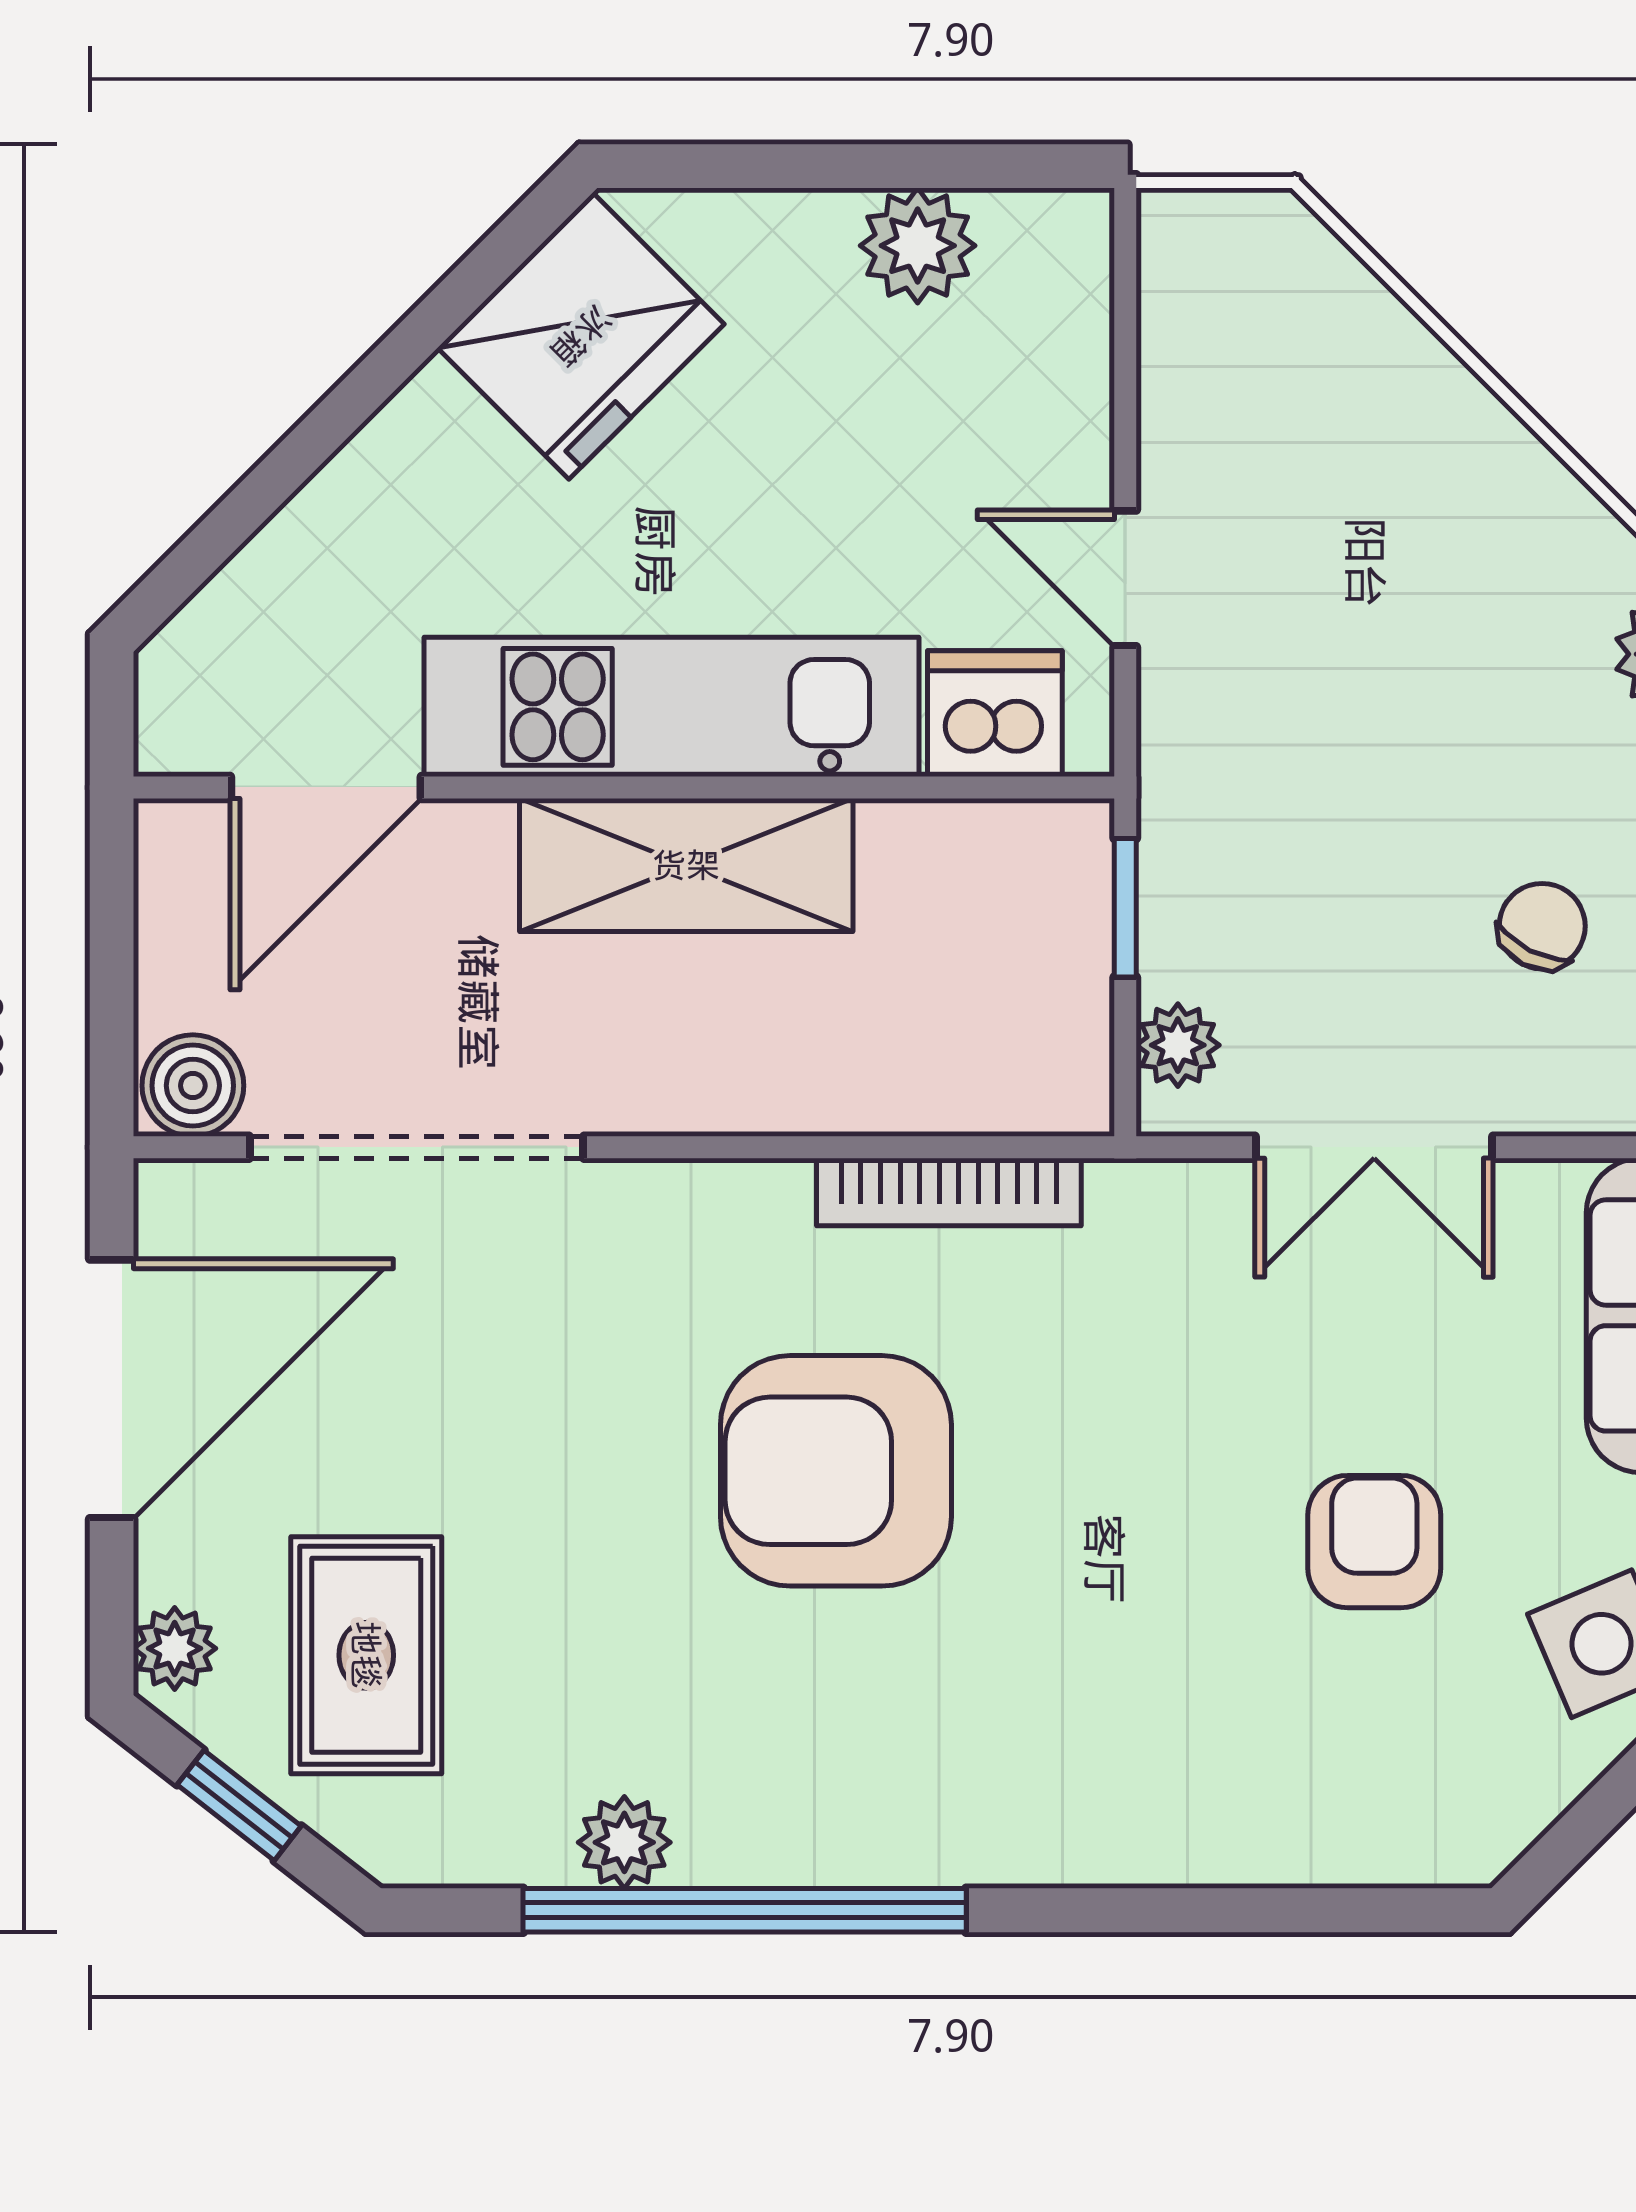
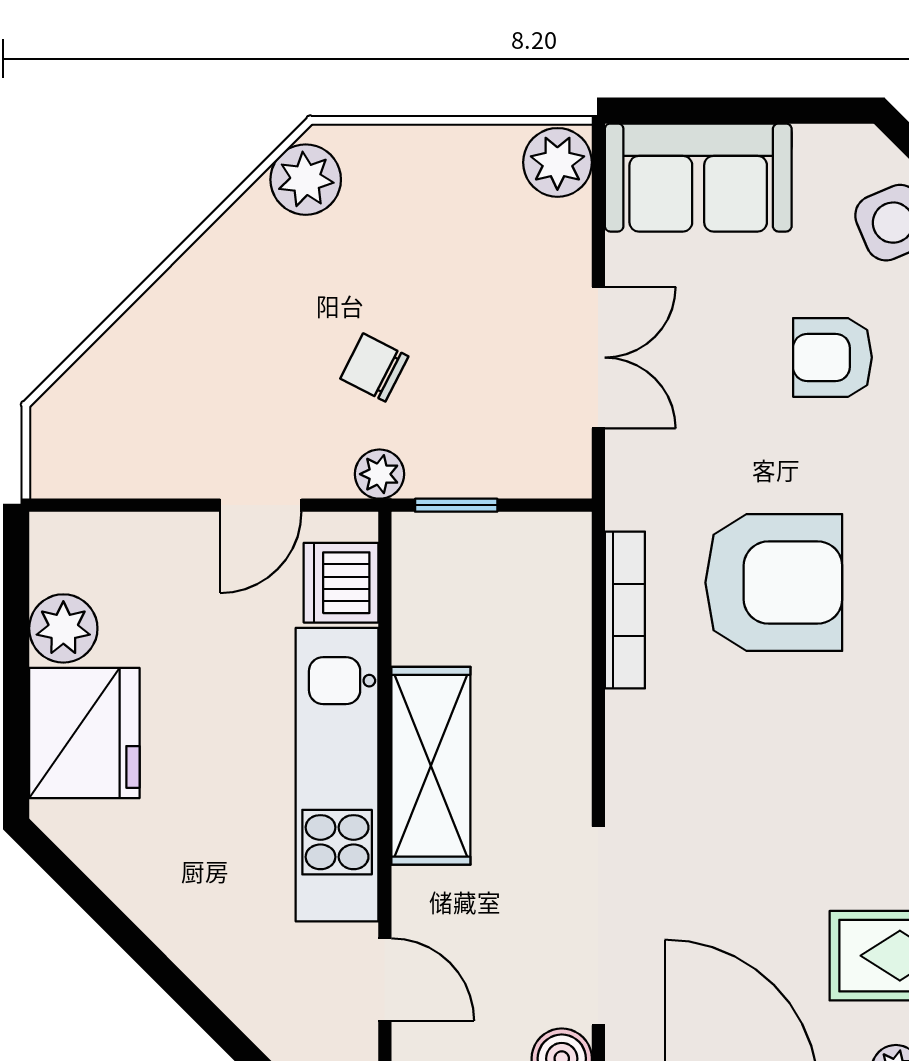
fridge: (581, 336) -> (84, 733), moved, turned 45
door: (326, 787) -> (385, 980), width x0.73
chair: (1542, 926) -> (374, 367), moved
plant: (1178, 1045) -> (379, 474), moved
armchair: (836, 1471) -> (774, 583), moved, turned -90

